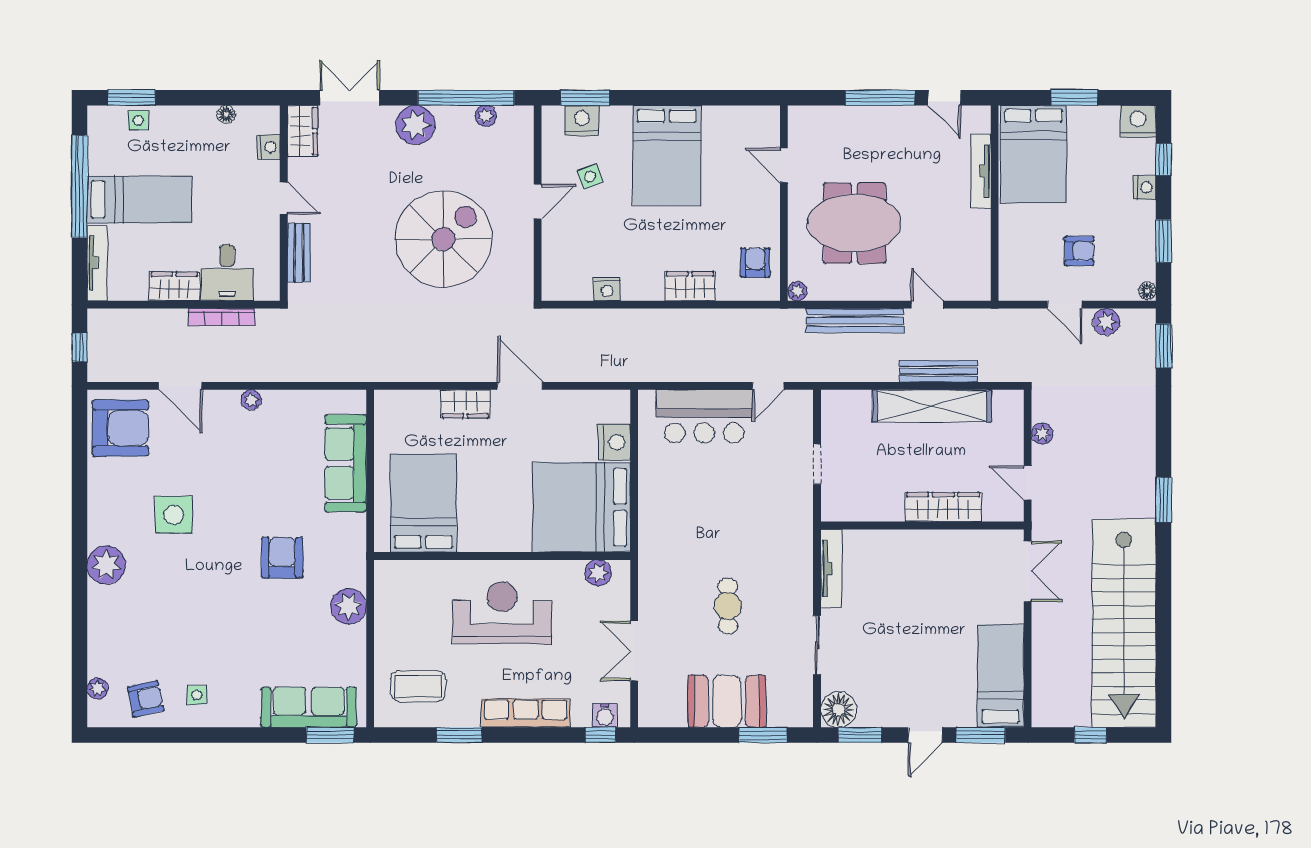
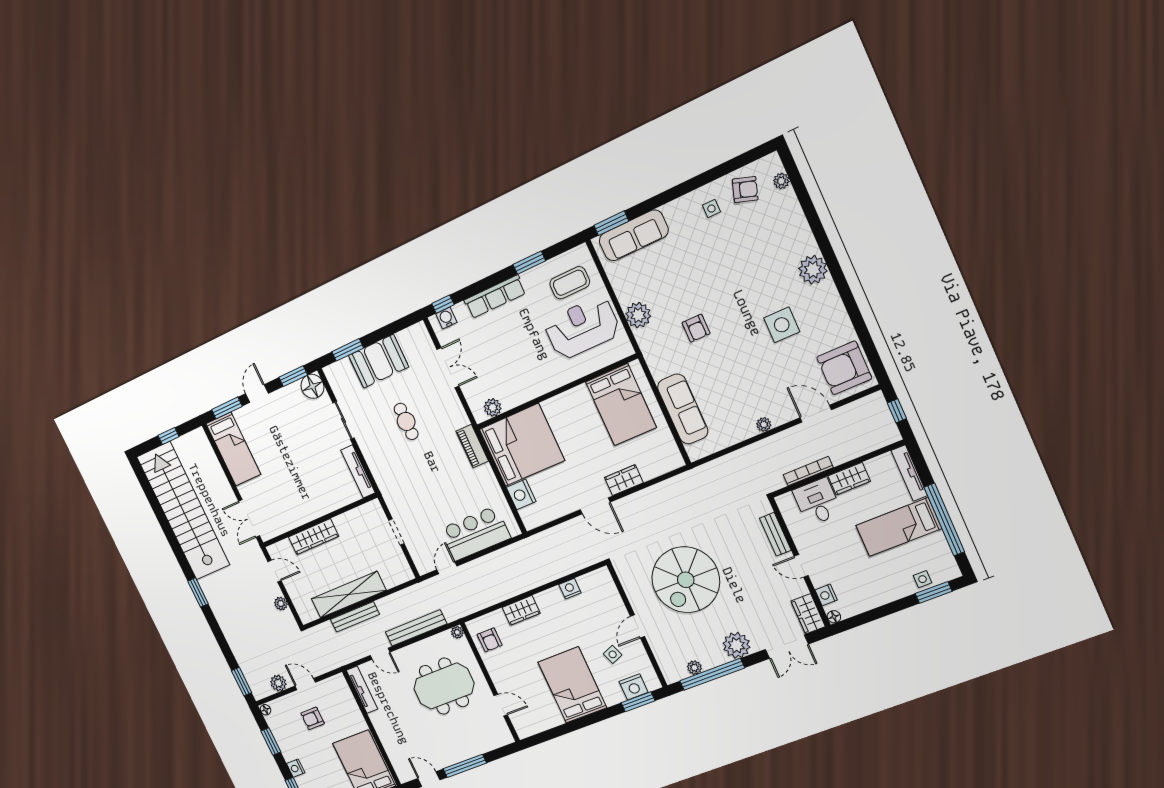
floor lamp: (226, 114) -> (834, 617), moved
tv unit: (981, 171) -> (362, 690), moved
piano: (651, 534) -> (472, 446), added
armchair: (282, 558) -> (696, 328), width x0.72, depth x0.72
reception desk: (502, 613) -> (582, 328), moved, turned 180
armchair: (146, 699) -> (745, 190), turned -150

